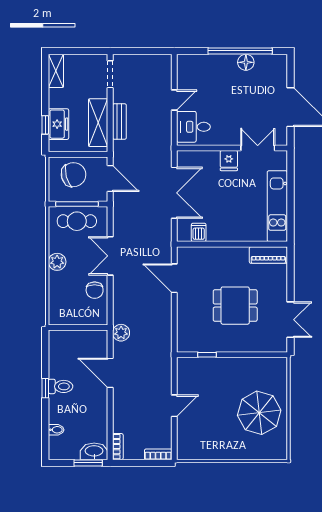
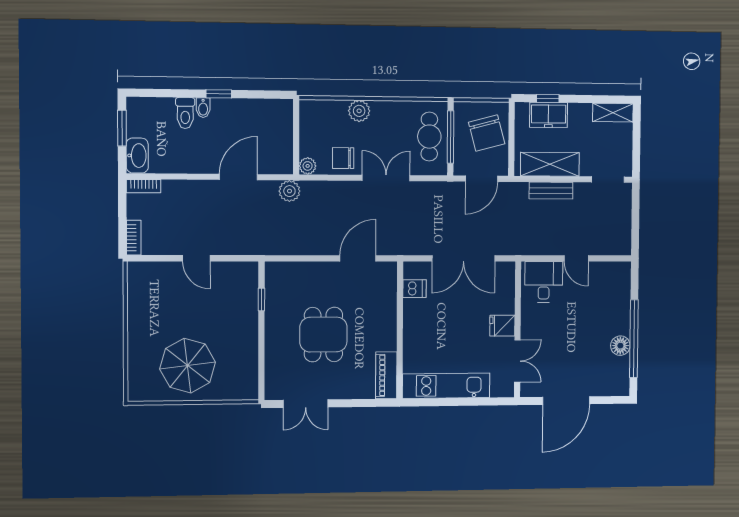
plant: (57, 262) -> (359, 111), moved
plant: (101, 318) -> (308, 166), added
toilet: (61, 386) -> (185, 113), moved
bidet: (56, 430) -> (203, 108), moved
window: (88, 463) -> (122, 128), moved

